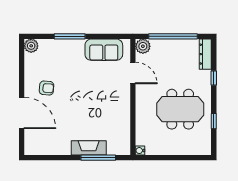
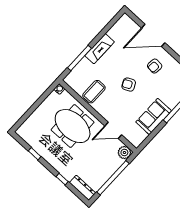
sofa: (104, 50) -> (154, 116), moved
armchair: (82, 95) -> (129, 85), added
meeting table: (180, 109) -> (73, 126), moved, turned 90
coffee table: (115, 119) -> (94, 92), added
fireplace: (89, 148) -> (100, 49), moved

